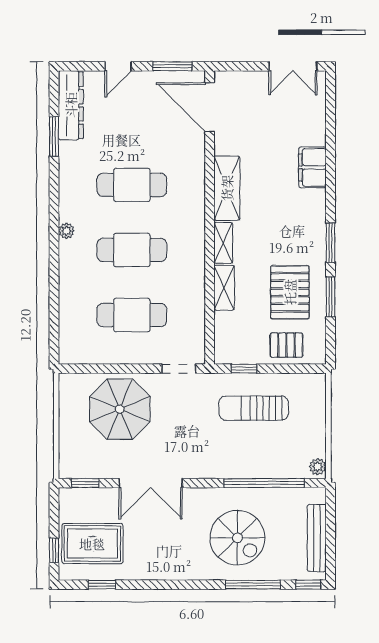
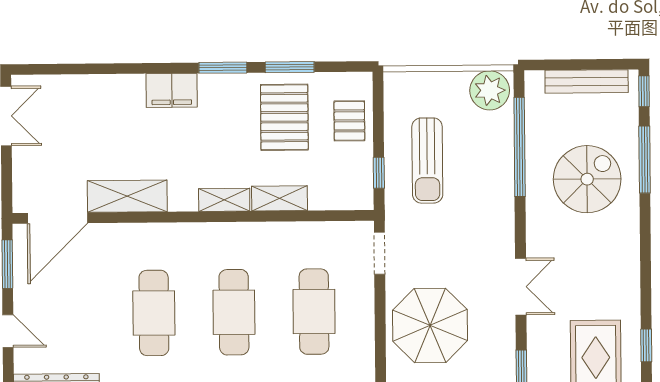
filing cabinet: (312, 167) -> (172, 90), moved
shelving: (227, 188) -> (127, 196), moved
pallet: (290, 292) -> (284, 117), turned 90
plant: (318, 467) -> (490, 90), width x1.88, depth x1.88
double door: (151, 483) -> (521, 287), width x0.73

